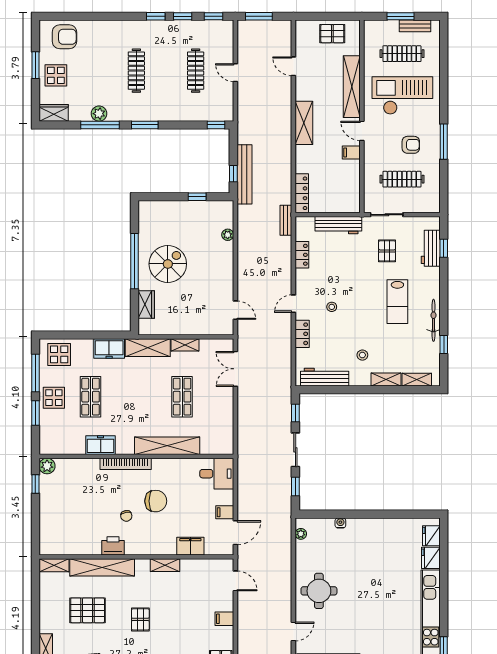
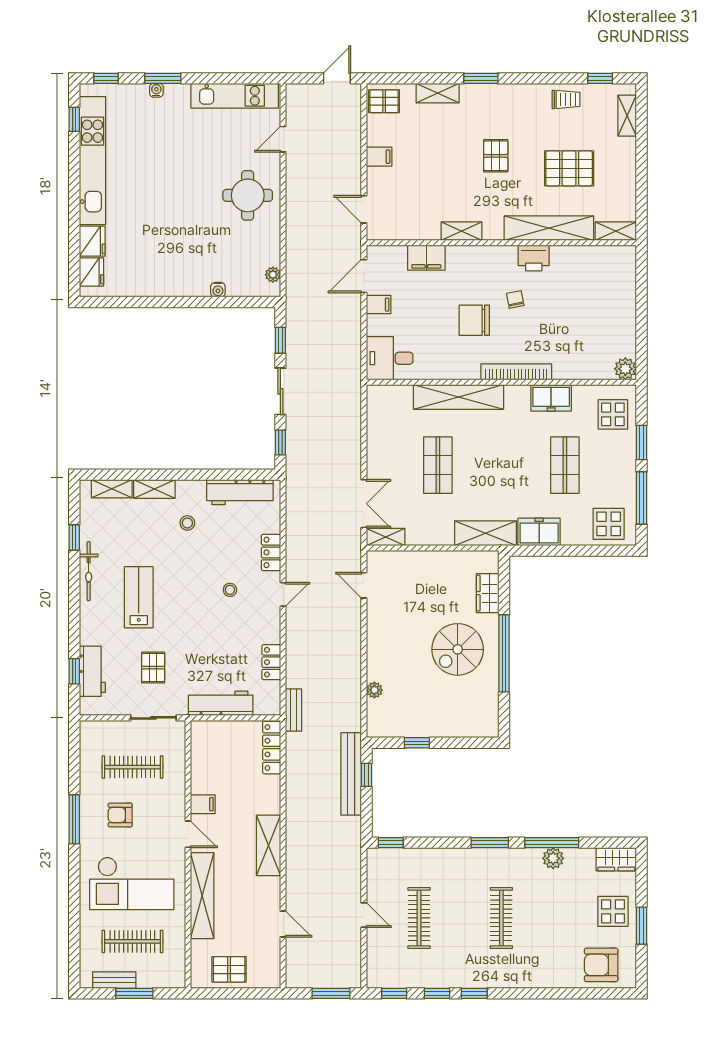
shelving: (185, 345) -> (386, 537), moved
display table: (54, 398) -> (613, 414), moved
window: (35, 484) -> (641, 344), removed

